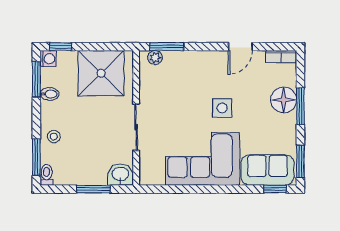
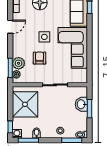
door: (240, 47) -> (10, 27), hinge flipped
plant: (175, 62) -> (19, 63), added
armchair: (184, 99) -> (40, 58), added
washbasin: (120, 174) -> (81, 104), moved

